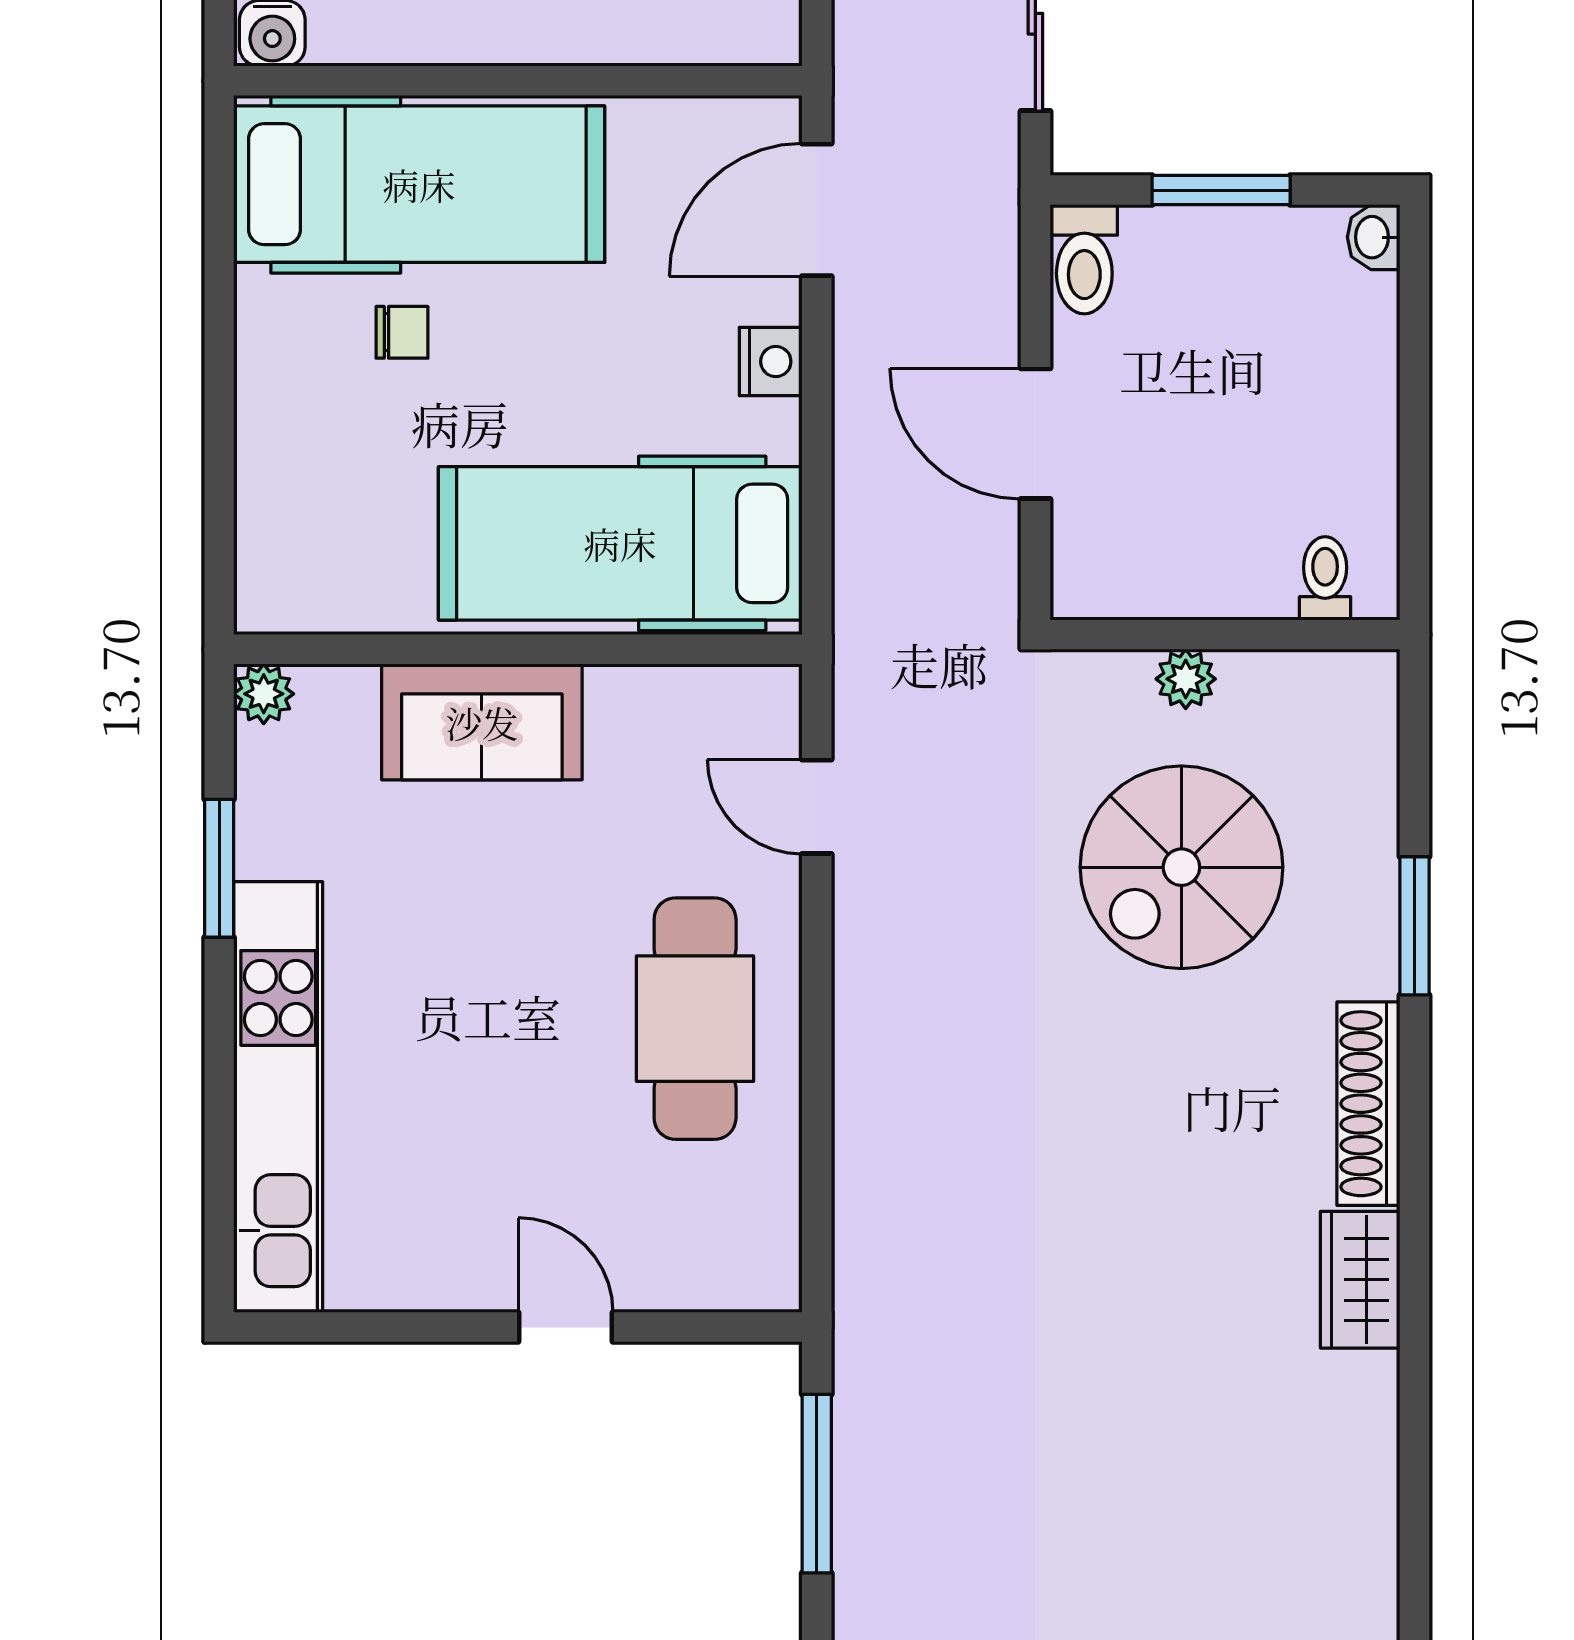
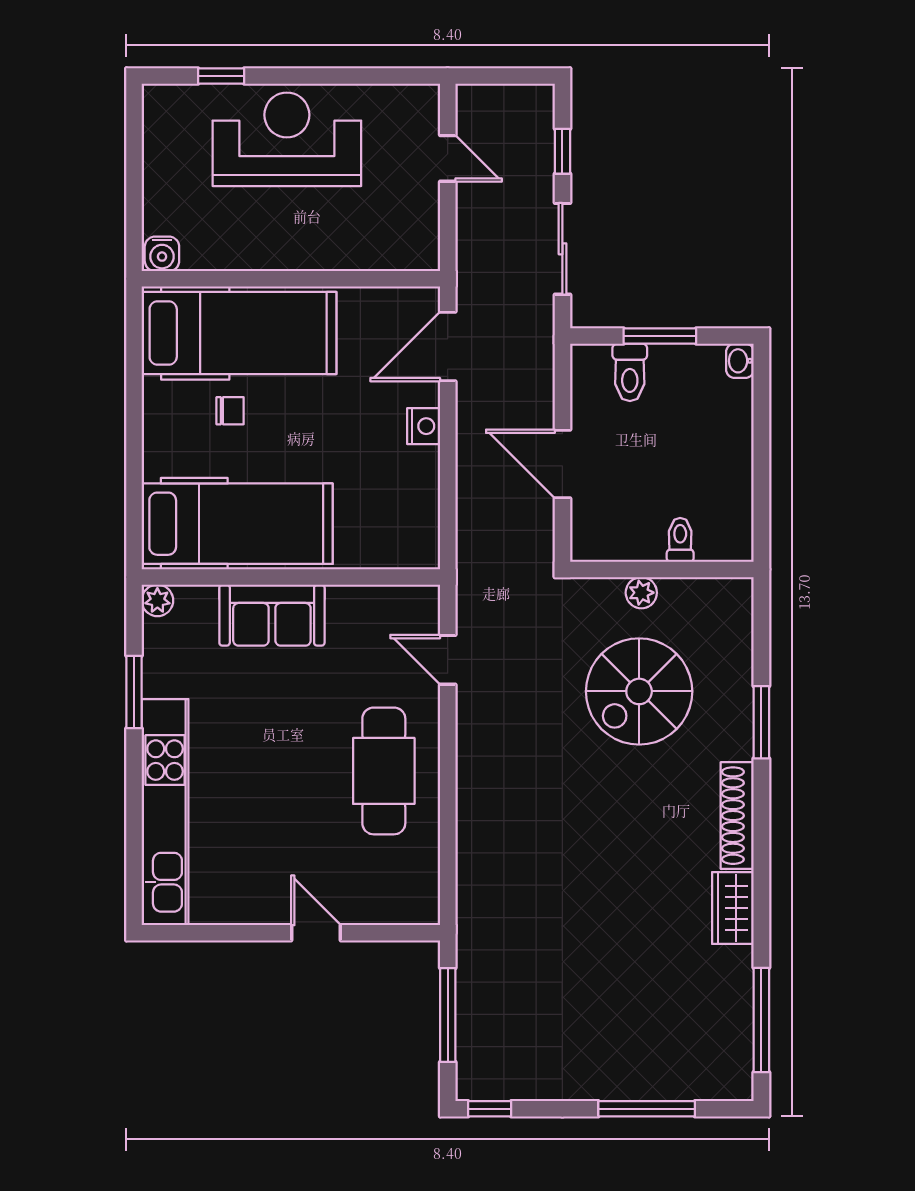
toilet: (1084, 259) -> (630, 372), moved
hospital bed: (620, 543) -> (237, 524), moved, turned 180
toilet: (1325, 578) -> (680, 540), moved
window: (1414, 1493) -> (761, 1020), added

